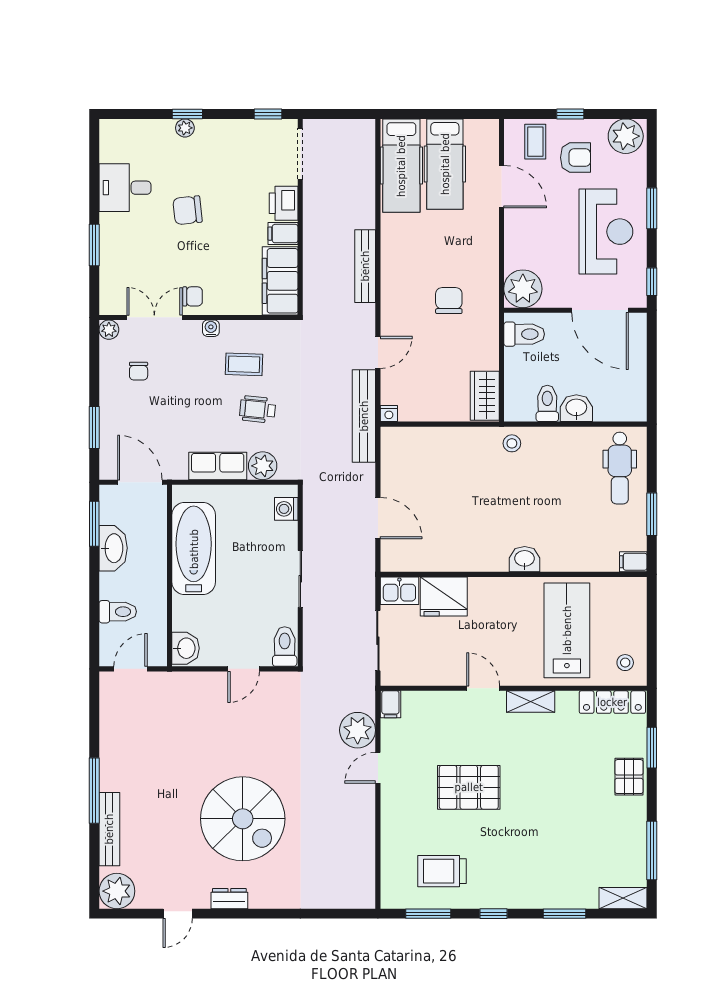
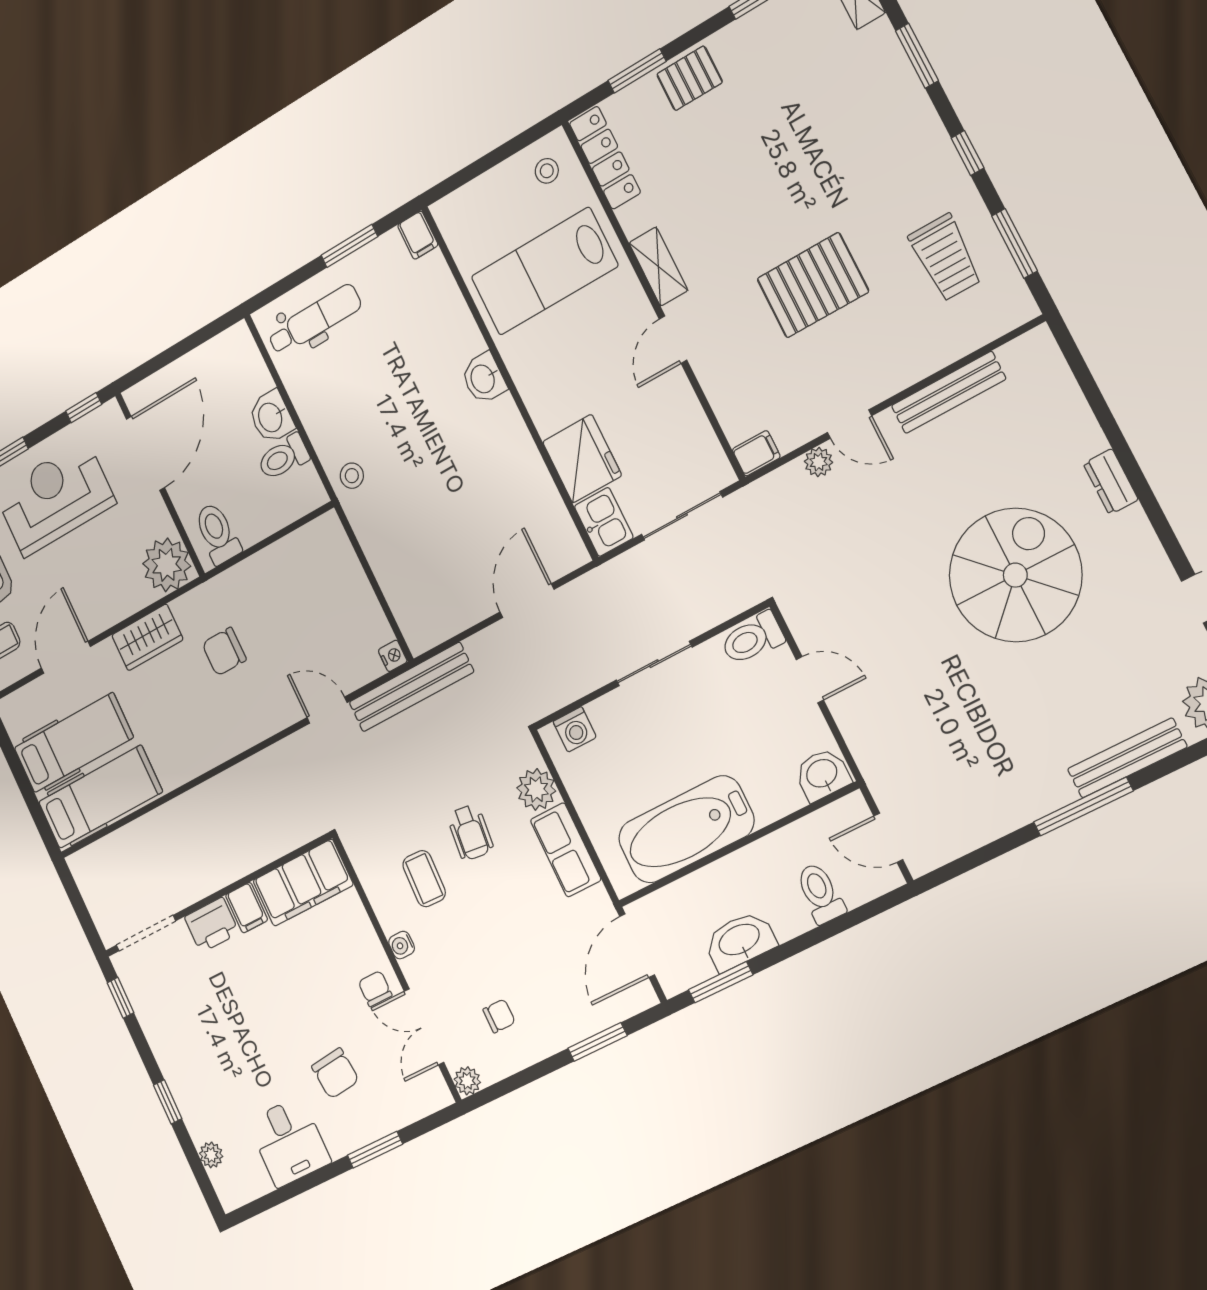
plant: (185, 128) -> (211, 1155), moved
chair: (187, 210) -> (335, 1073), moved
bench: (365, 266) -> (948, 392), moved
wardrobe: (485, 396) -> (147, 637), moved
plant: (358, 730) -> (819, 462), width x0.53, depth x0.53
pallet: (469, 787) -> (813, 285), turned 90
dresser: (229, 899) -> (1111, 482), moved

